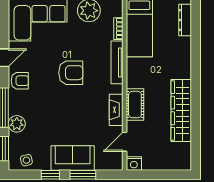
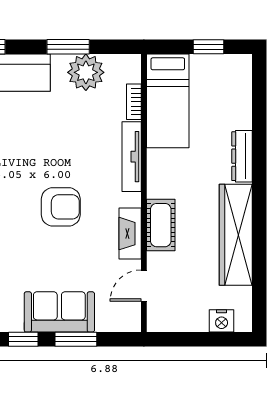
dresser: (185, 20) -> (242, 156), moved
armchair: (71, 73) -> (61, 207), moved
nightstand: (134, 164) -> (222, 321), moved

